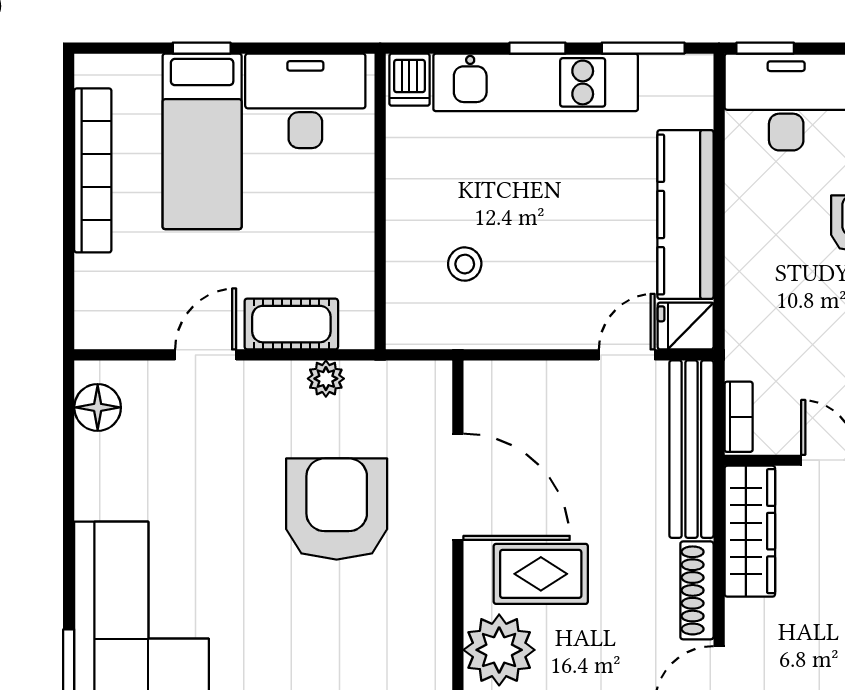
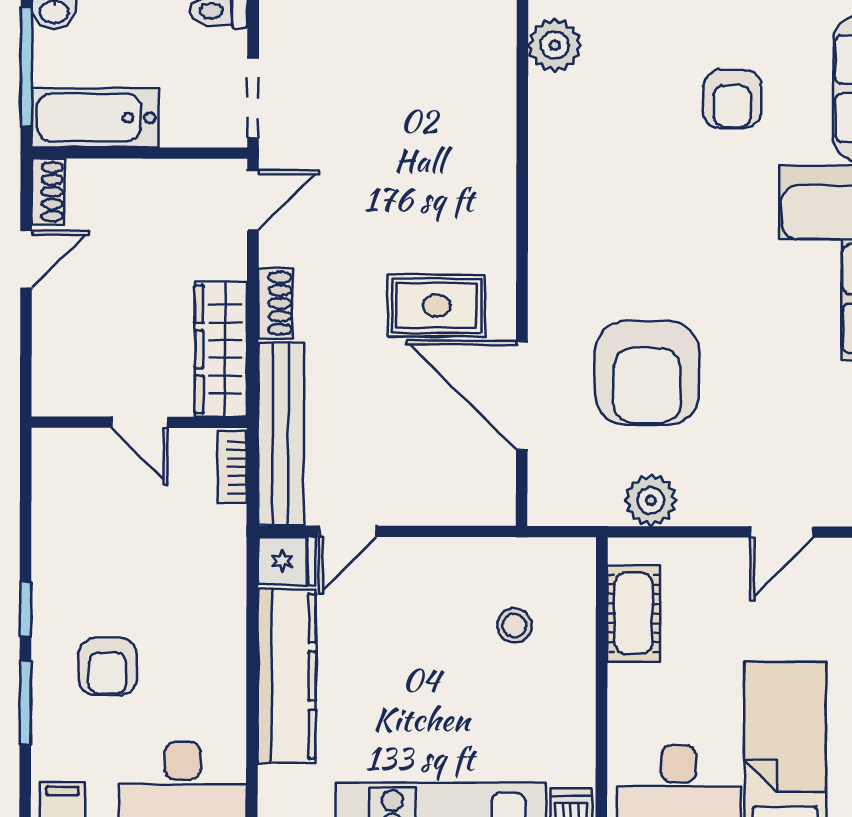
cot: (291, 324) -> (634, 613), moved, turned 90
plant: (326, 379) -> (651, 500), width x1.38, depth x1.38
shoe rack: (697, 590) -> (276, 303), width x0.70
plant: (499, 650) -> (480, 227), removed

